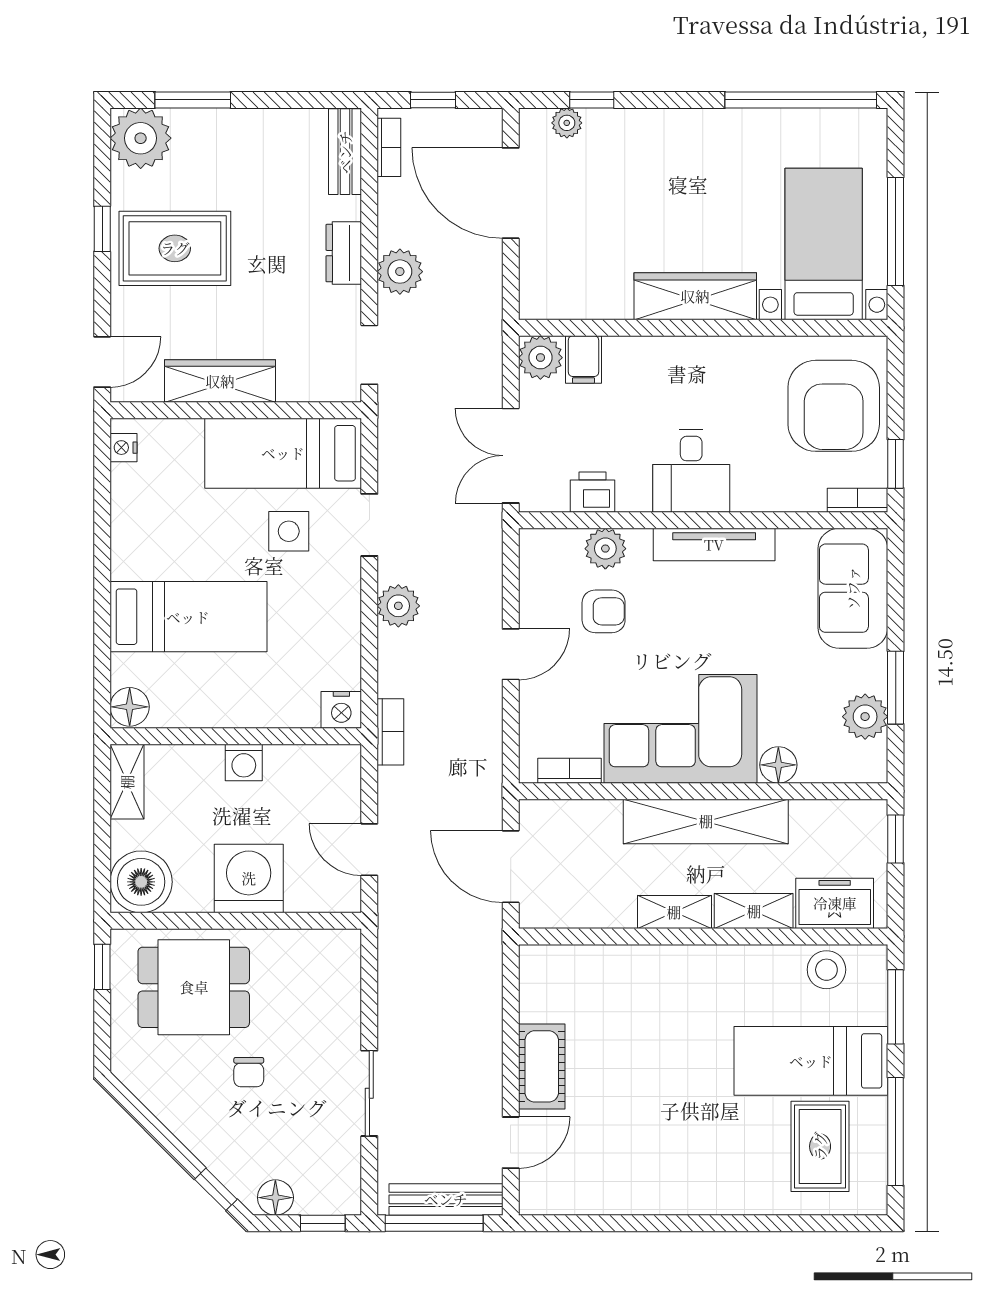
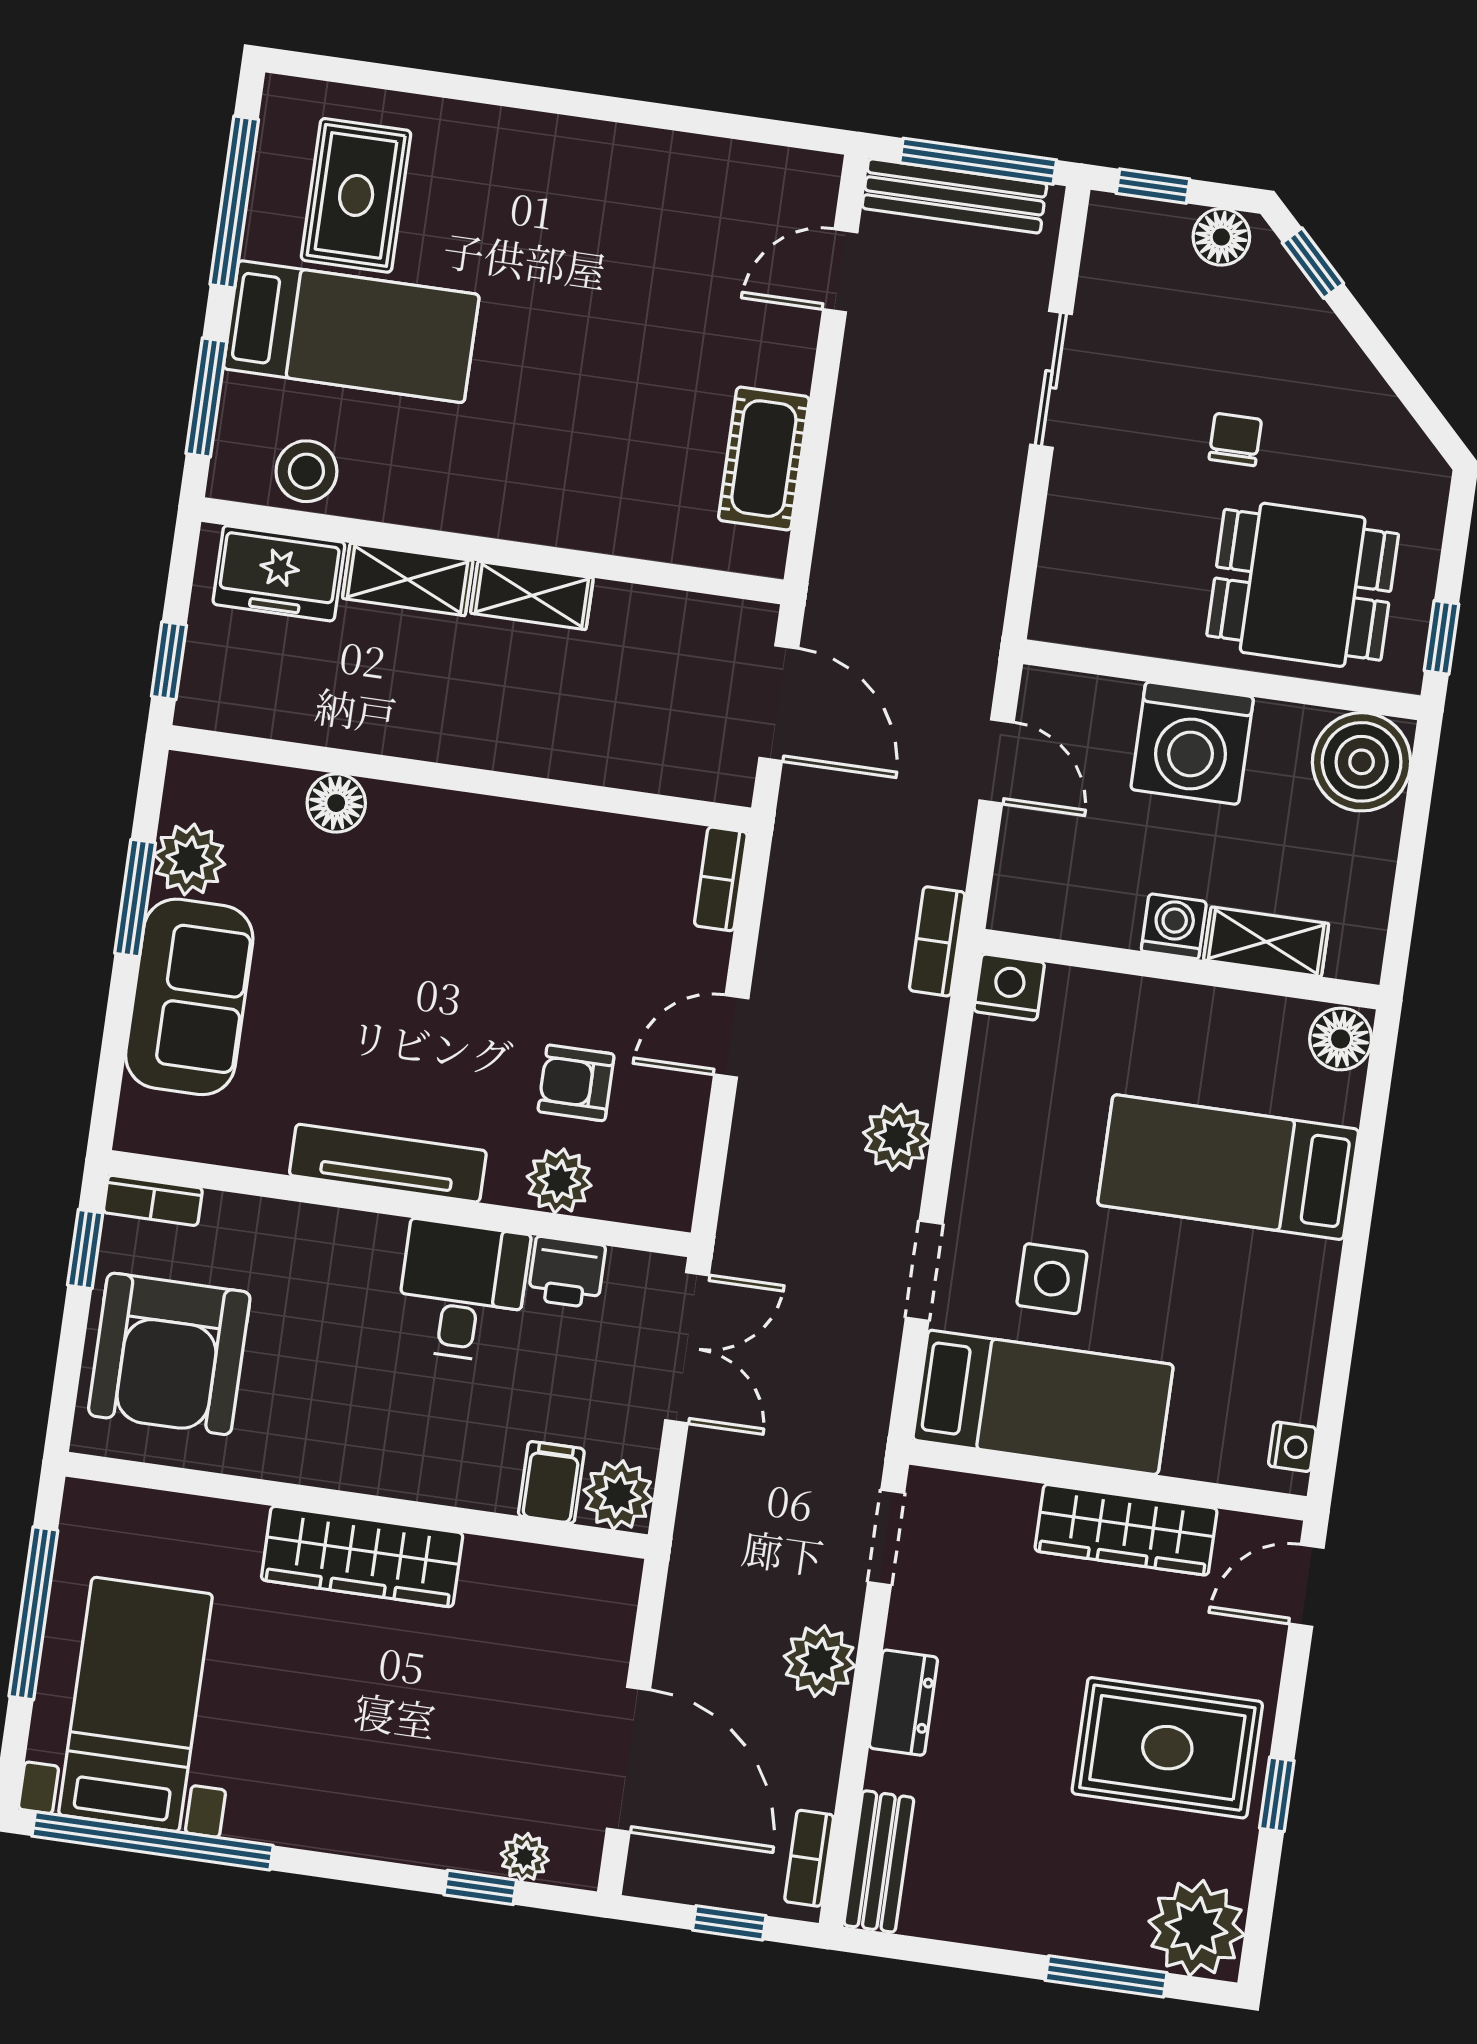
bed with nightstands: (824, 244) -> (136, 1704), moved, turned 180
armchair: (834, 406) -> (169, 1354), turned 180
desk: (691, 471) -> (462, 1291), moved
sofa: (853, 588) -> (189, 997), moved
corner sofa: (680, 729) -> (482, 881), removed
bookcase: (569, 771) -> (721, 879), moved, turned 90
shelving: (127, 782) -> (1266, 942), moved, turned 90
shelving: (706, 821) -> (463, 731), removed
cot: (542, 1066) -> (764, 459), moved

